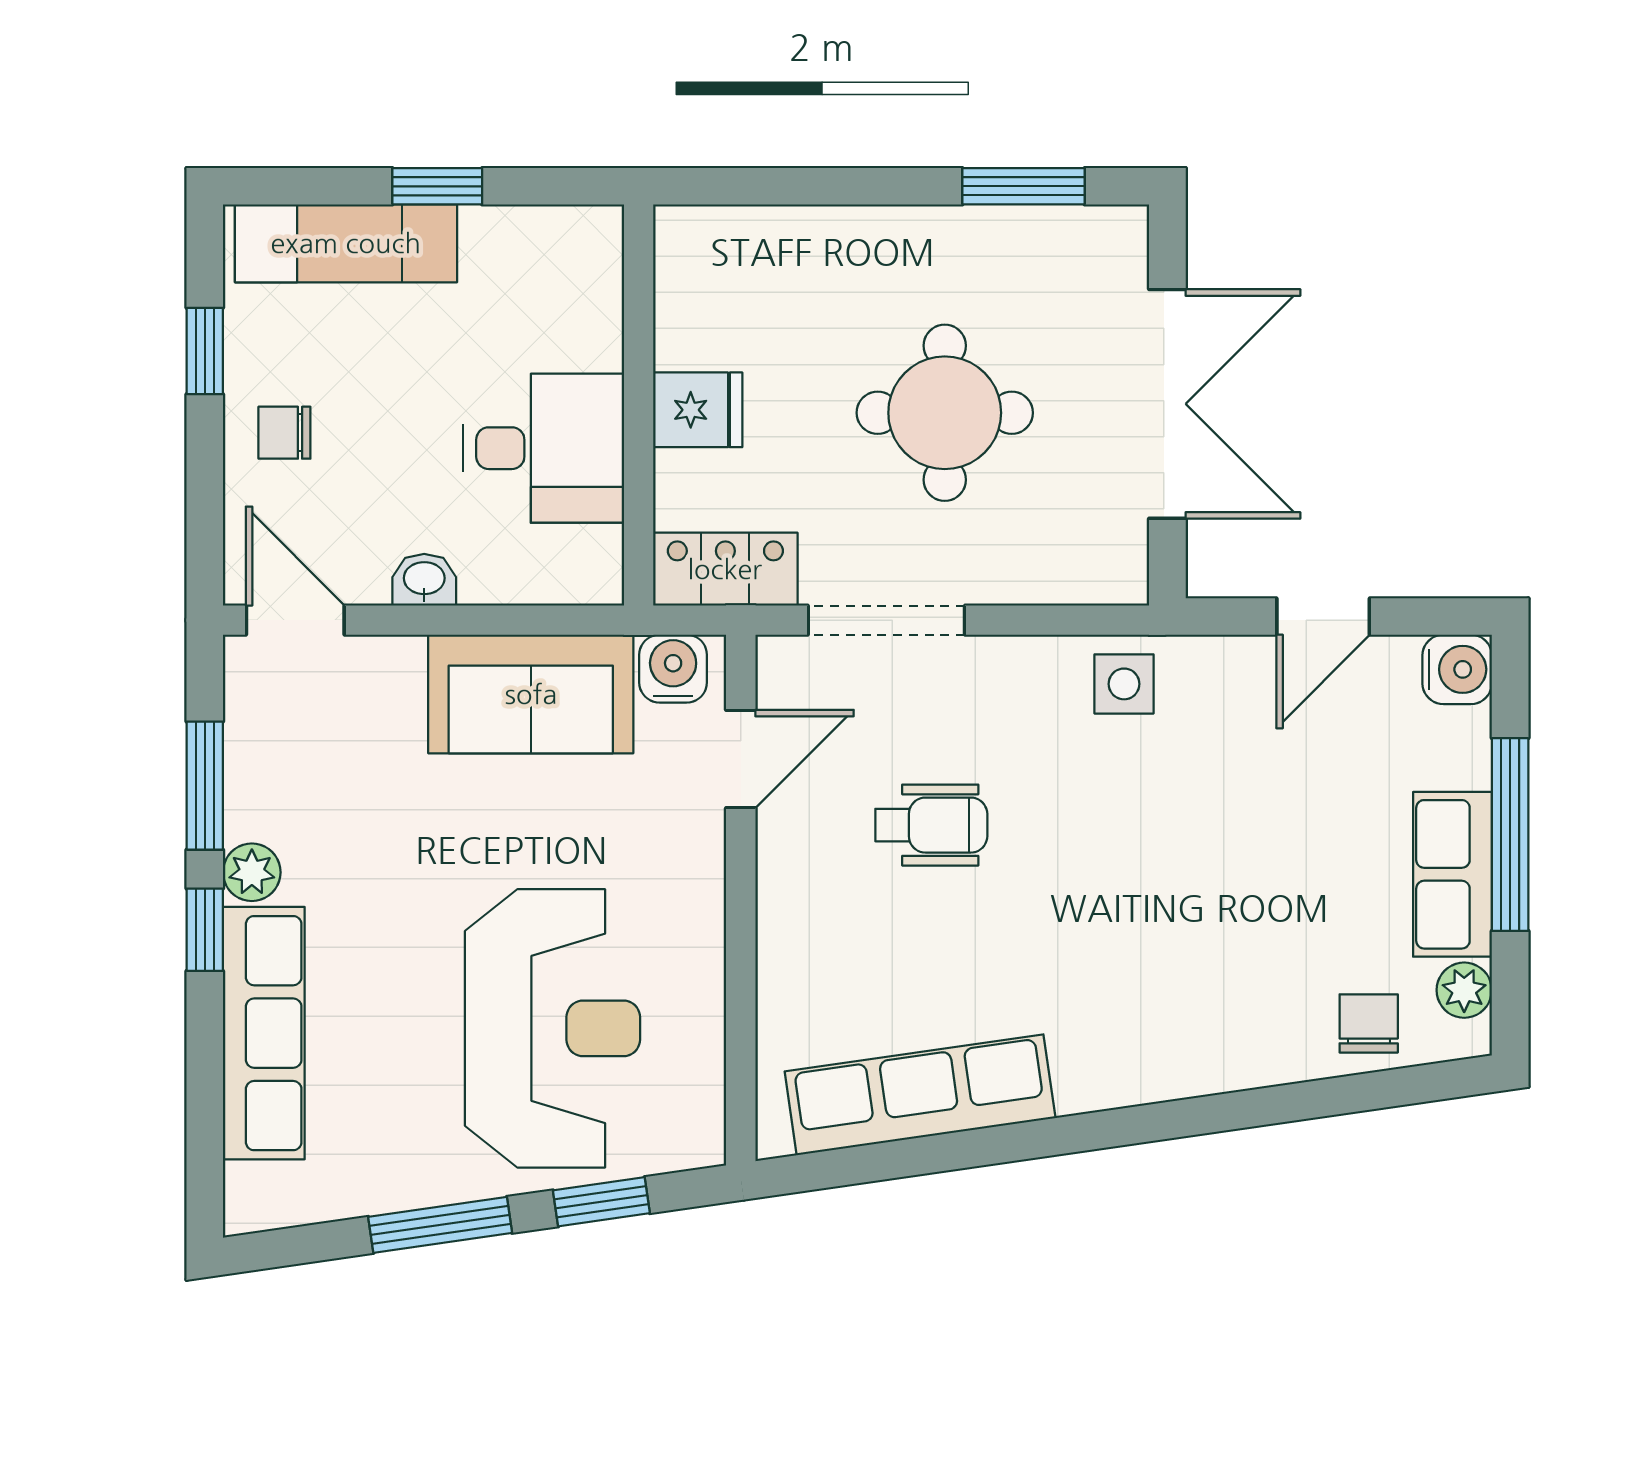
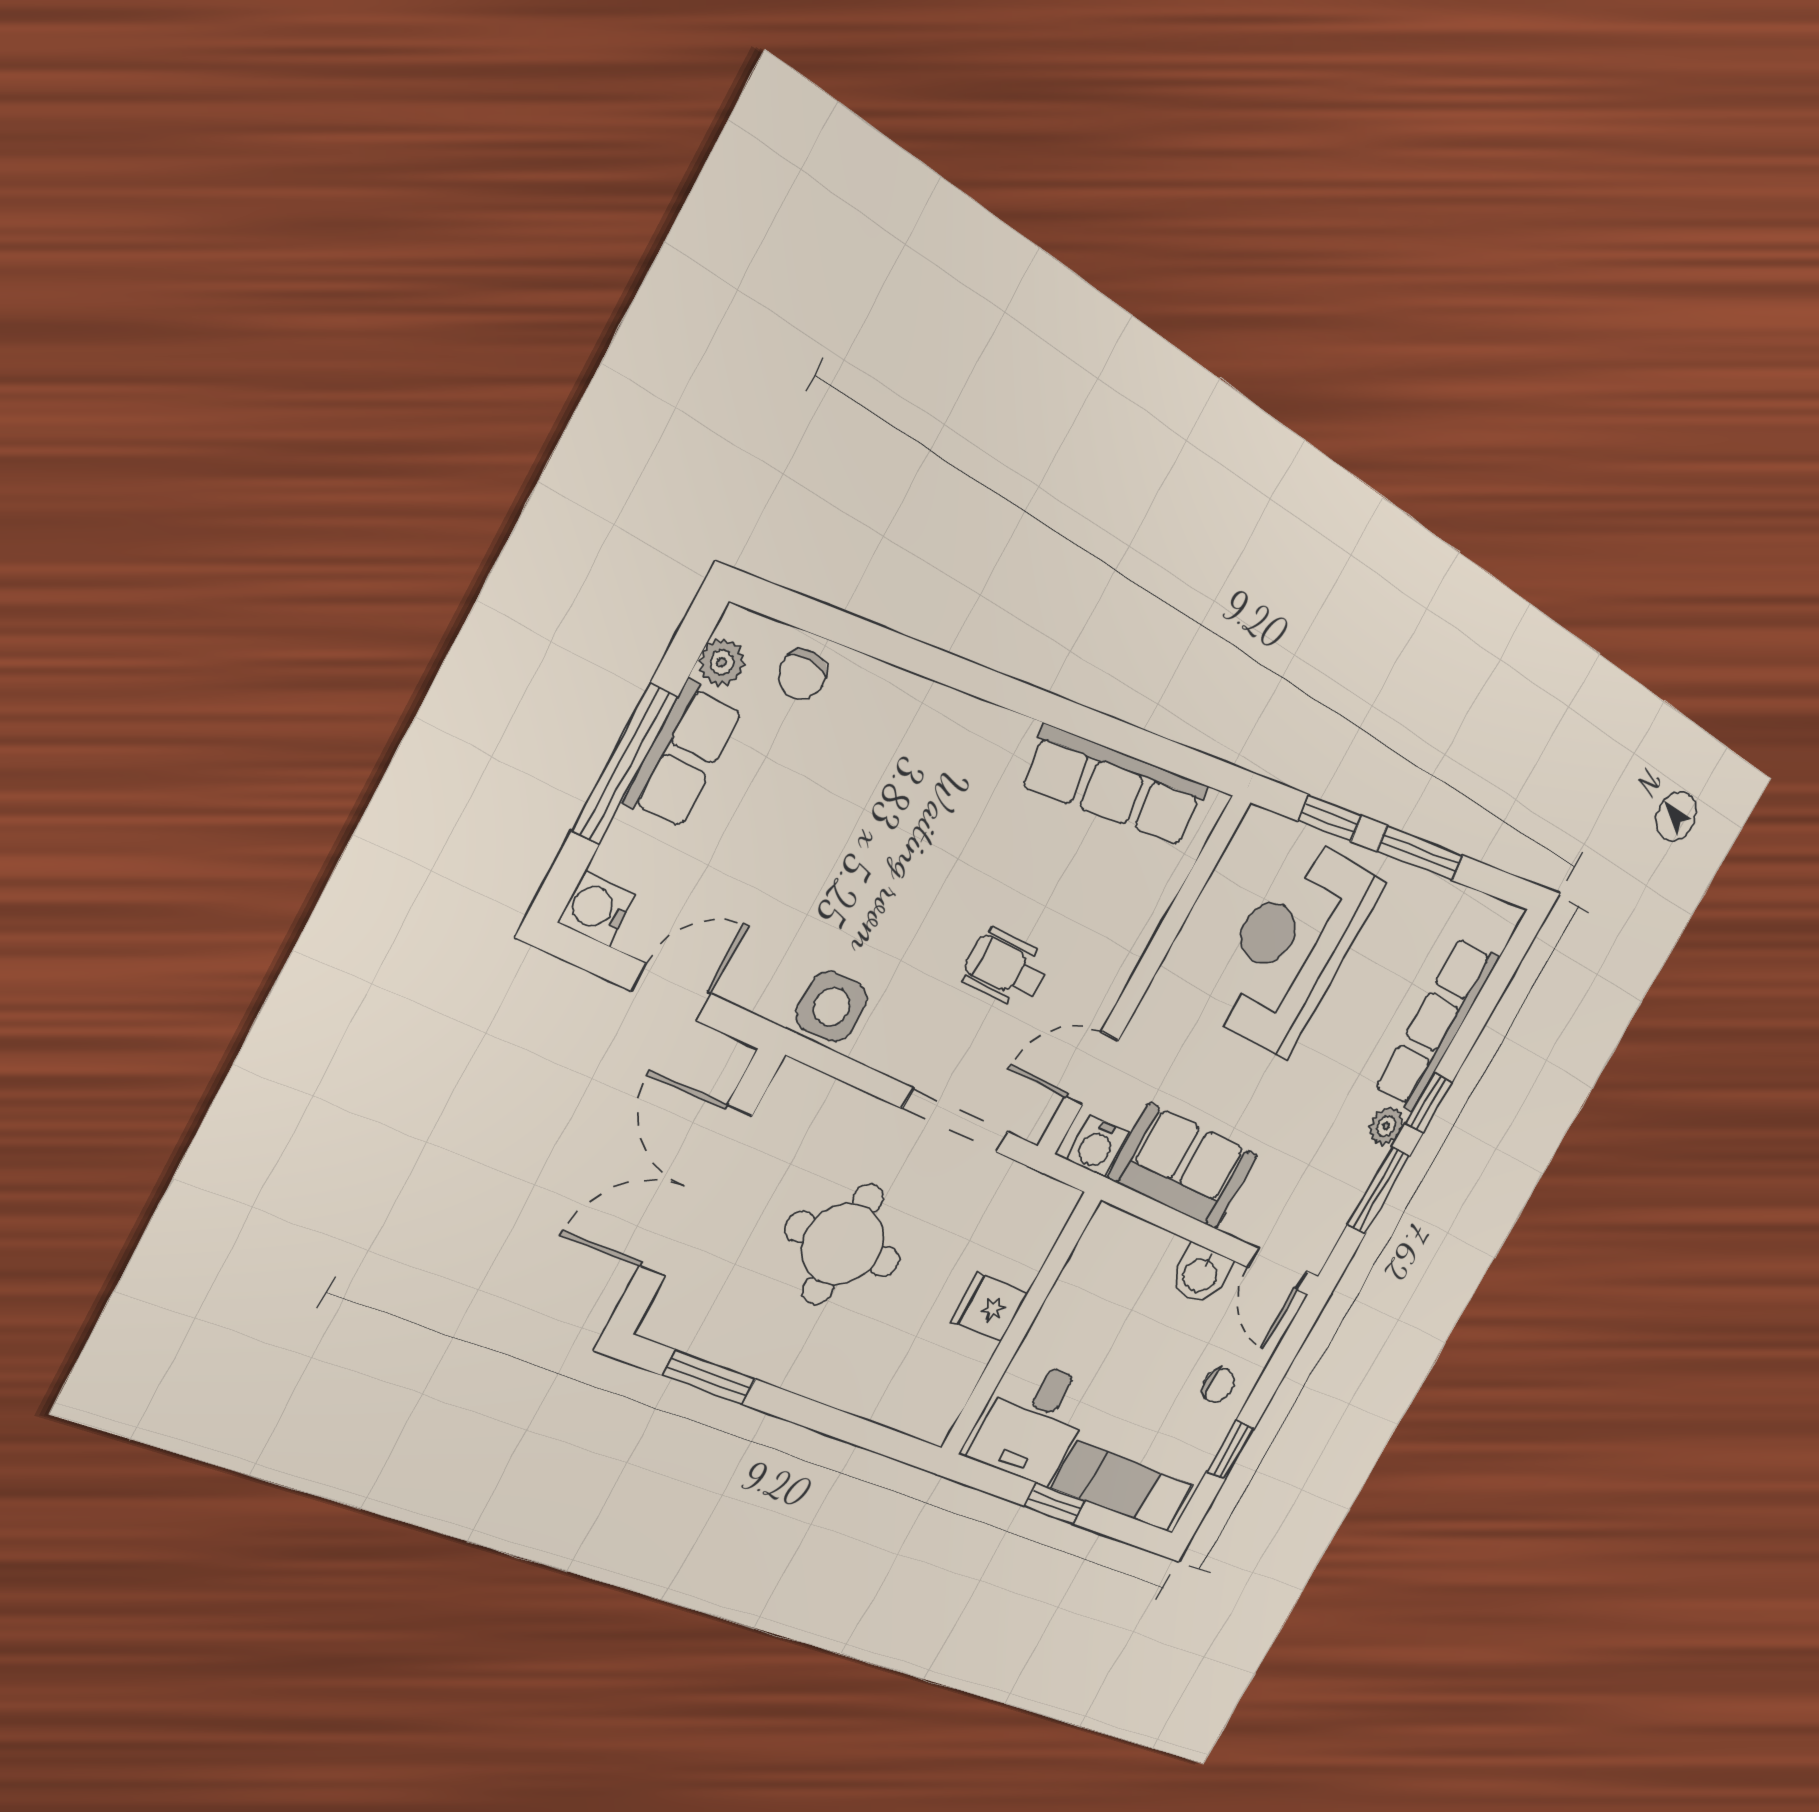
desk: (544, 448) -> (1035, 1422), moved, turned -90
locker: (725, 569) -> (1031, 1197), removed
washbasin: (424, 580) -> (1201, 1274), width x1.38, depth x1.45
side table: (1124, 684) -> (832, 1007), width x1.37, depth x1.37

